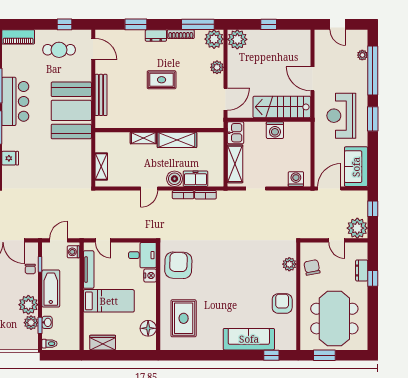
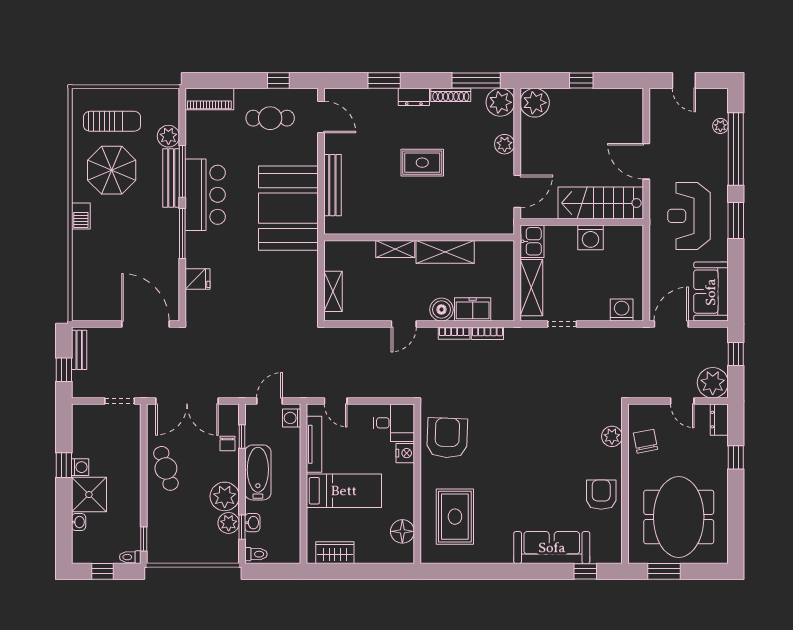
dresser: (362, 270) -> (719, 420), moved

